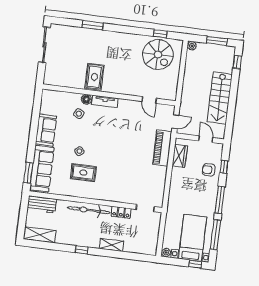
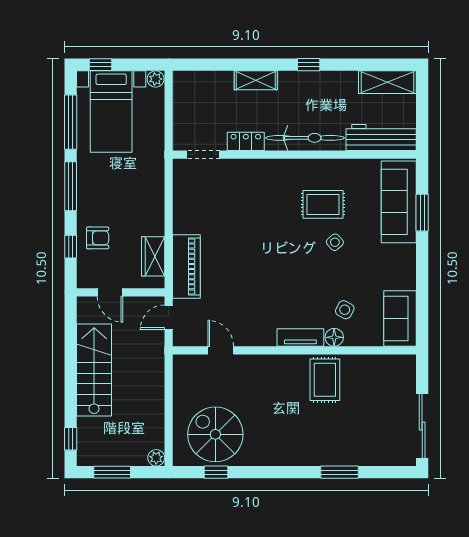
sofa: (46, 130) -> (400, 318), moved
window: (28, 173) -> (422, 213), moved
workbench: (42, 204) -> (381, 137), width x1.38

